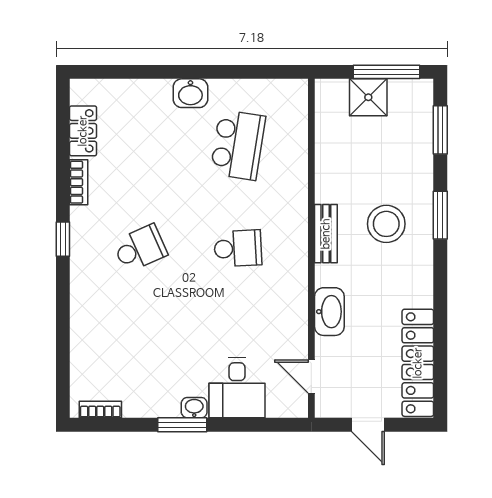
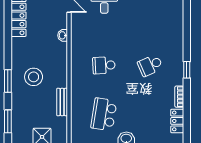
bench: (326, 234) -> (62, 102), moved
washbasin: (329, 312) -> (63, 35), width x0.52, depth x0.69

